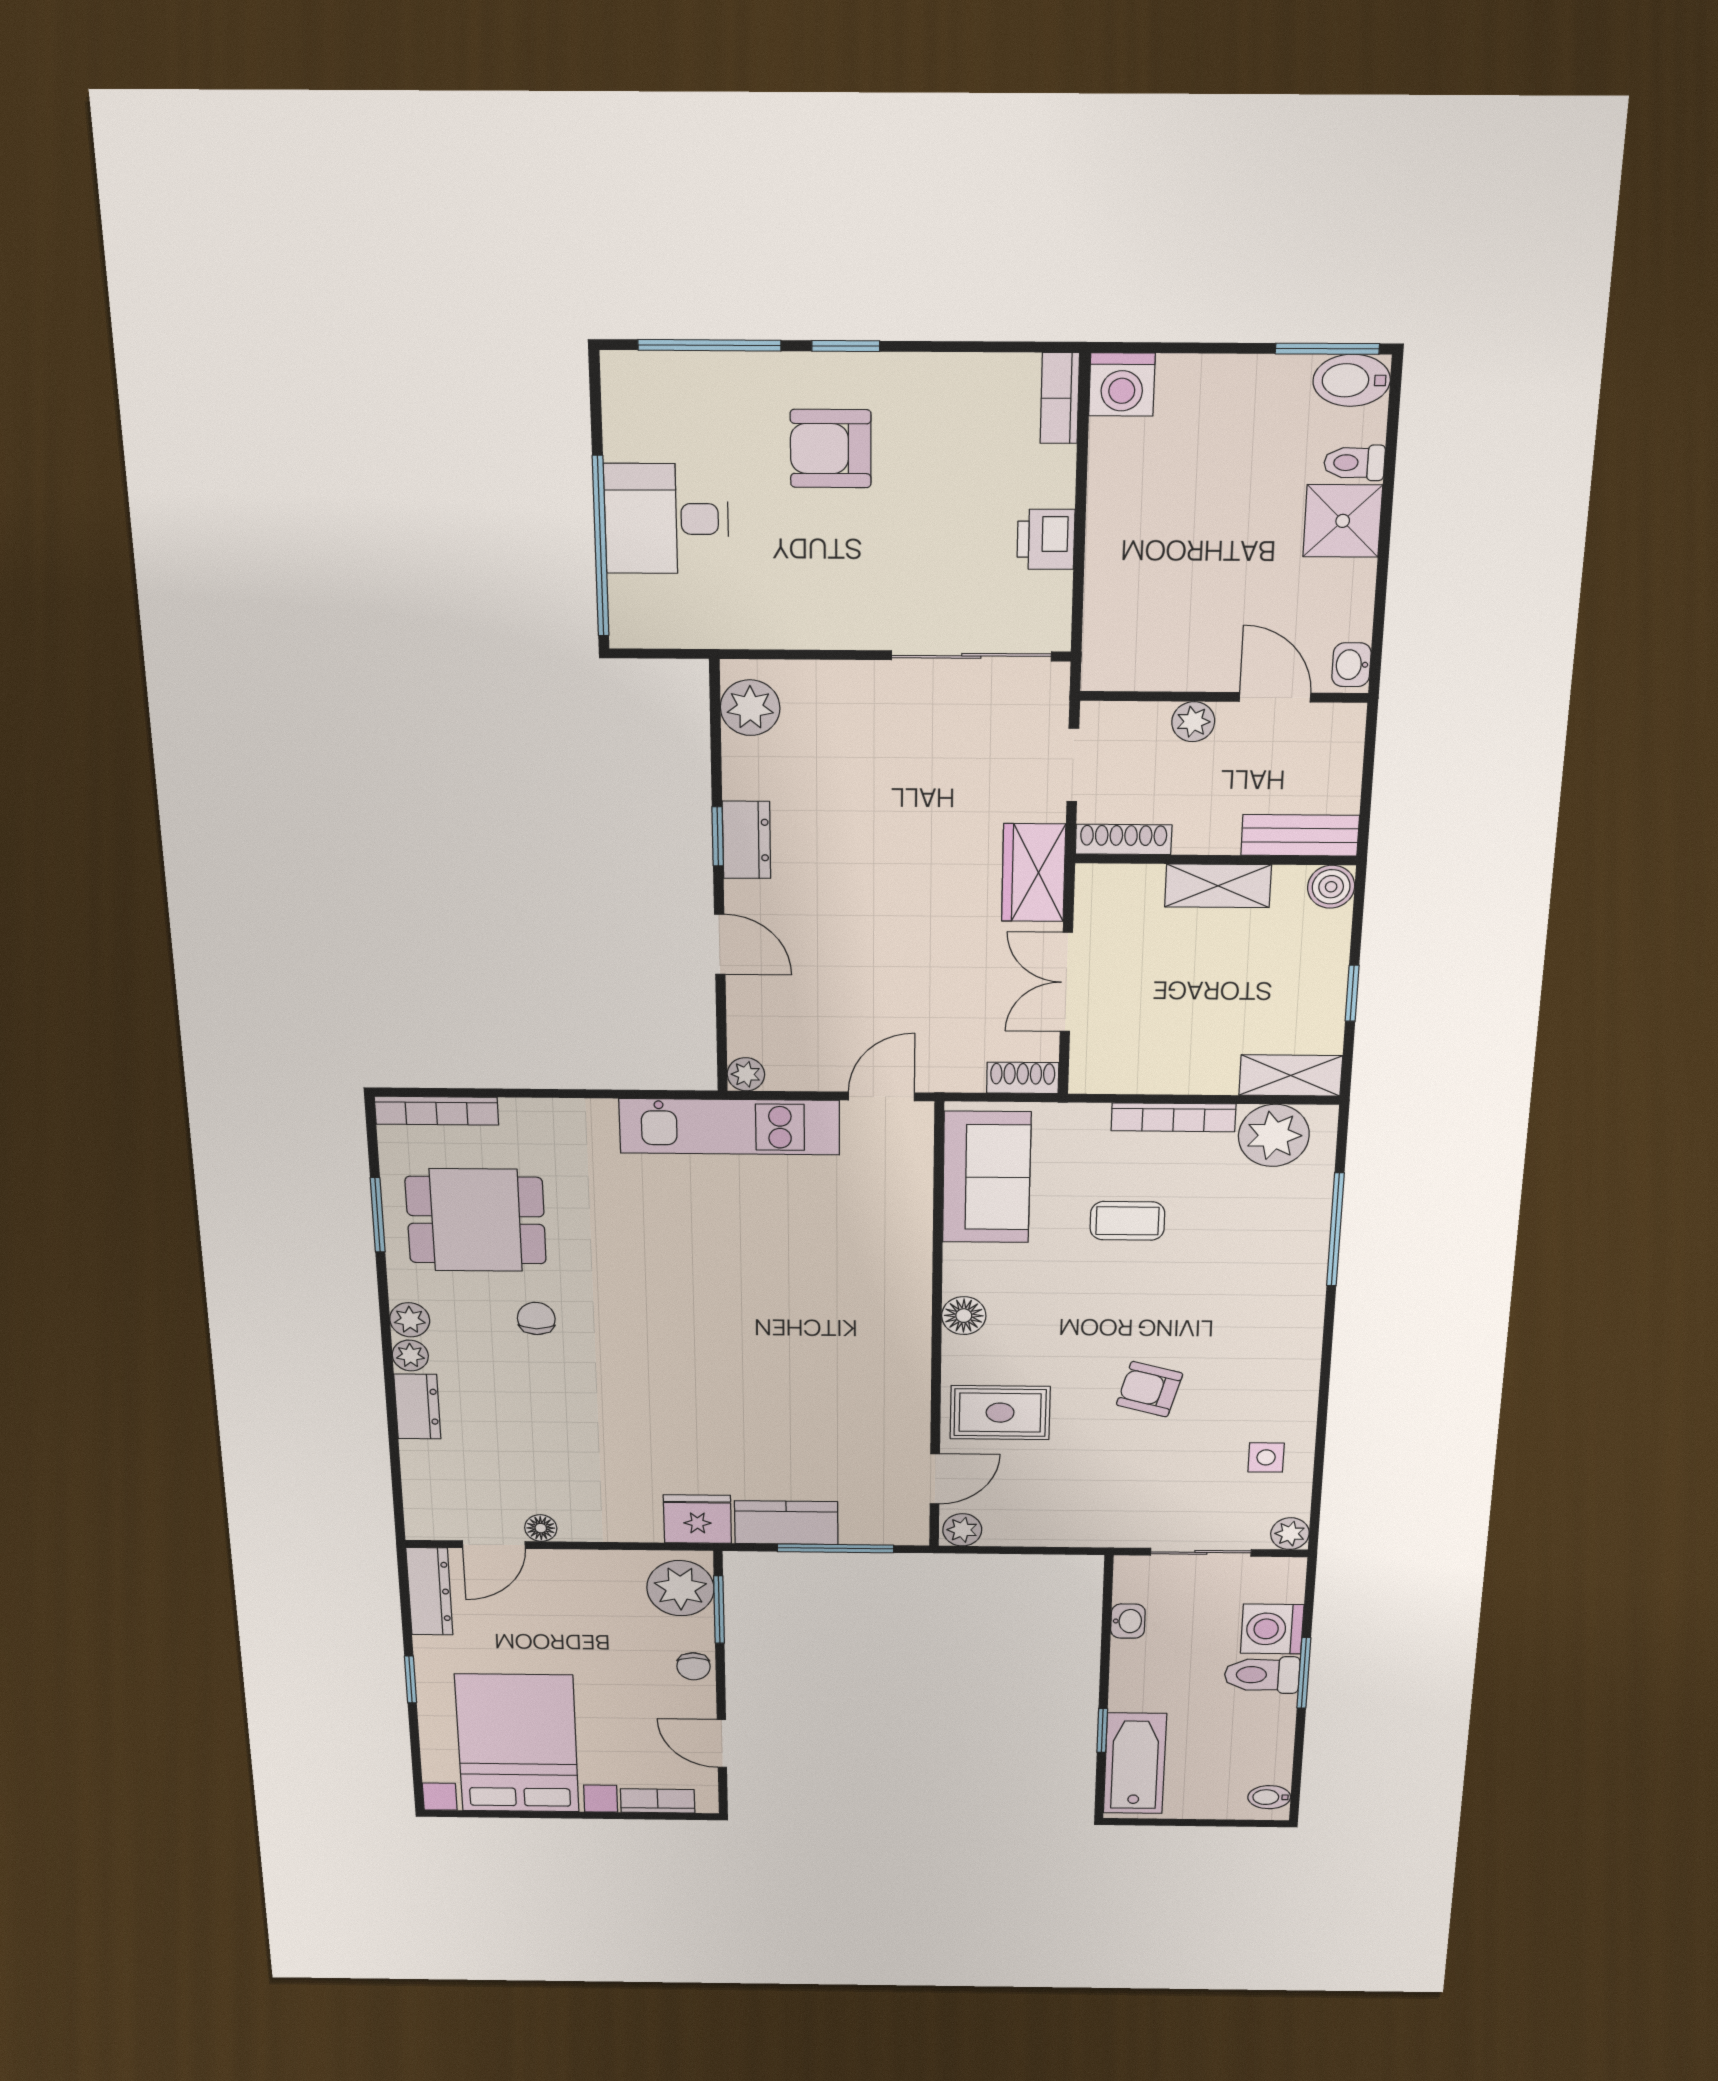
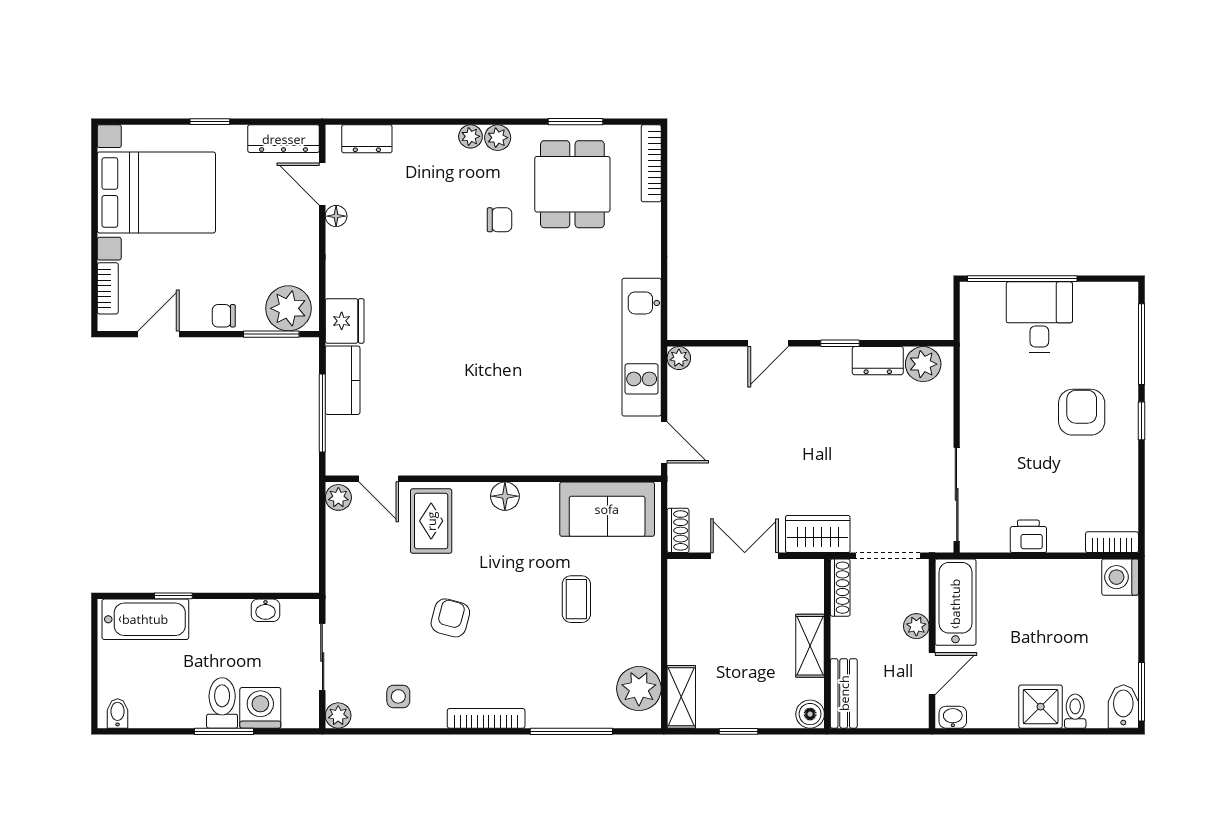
bathtub: (1155, 659) -> (955, 602), added
doorway: (1073, 765) -> (888, 556), width x1.38
dresser: (746, 840) -> (878, 361), moved
bookcase: (1173, 1117) -> (486, 718), moved, turned 90
dresser: (417, 1407) -> (367, 139), moved

